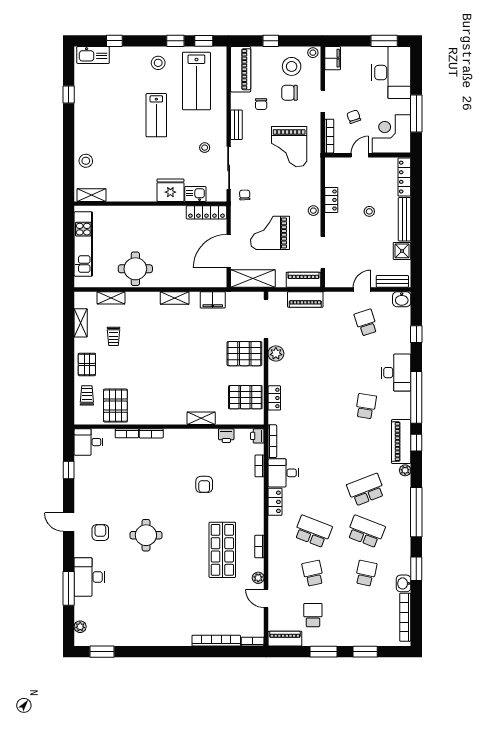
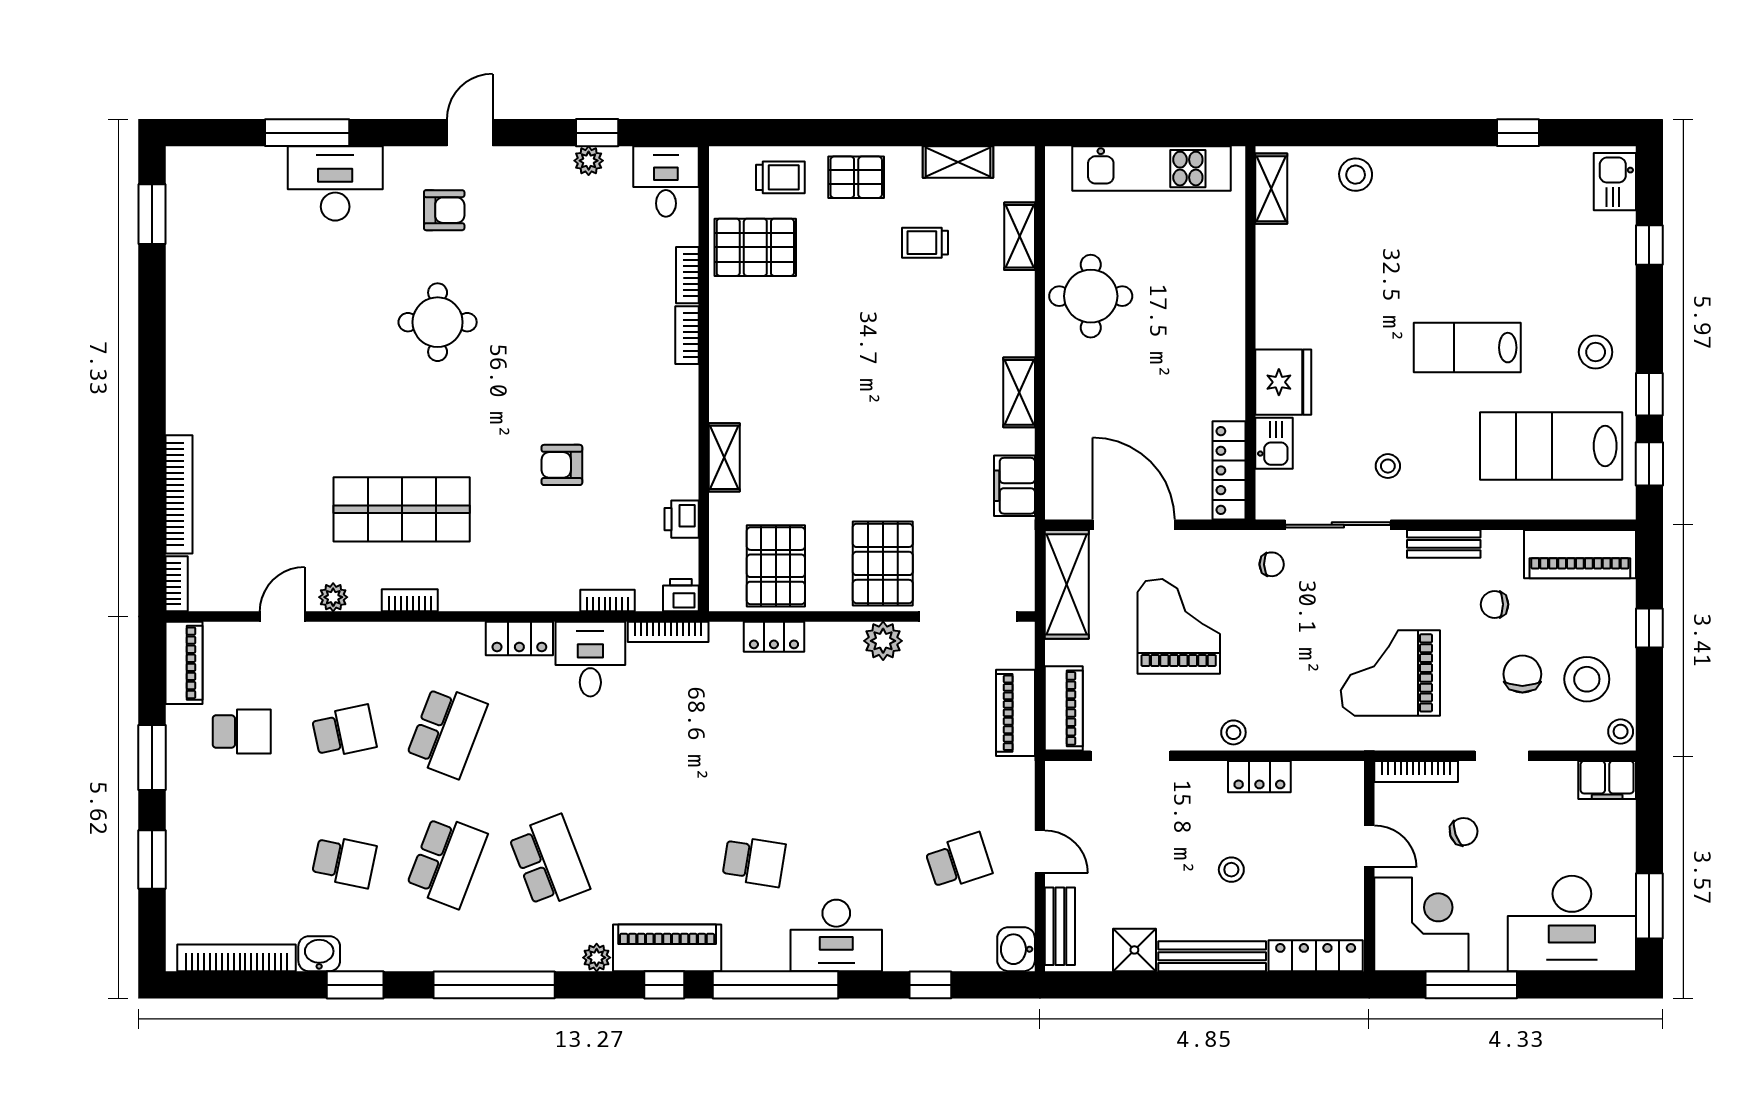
kitchen sink: (93, 55) -> (1615, 182), width x0.73
plant: (80, 627) -> (589, 161), moved

